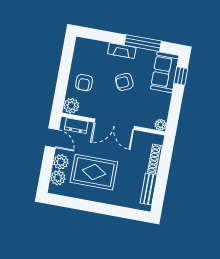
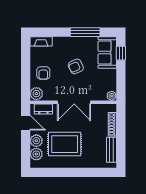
fireplace: (122, 51) -> (41, 41), moved

